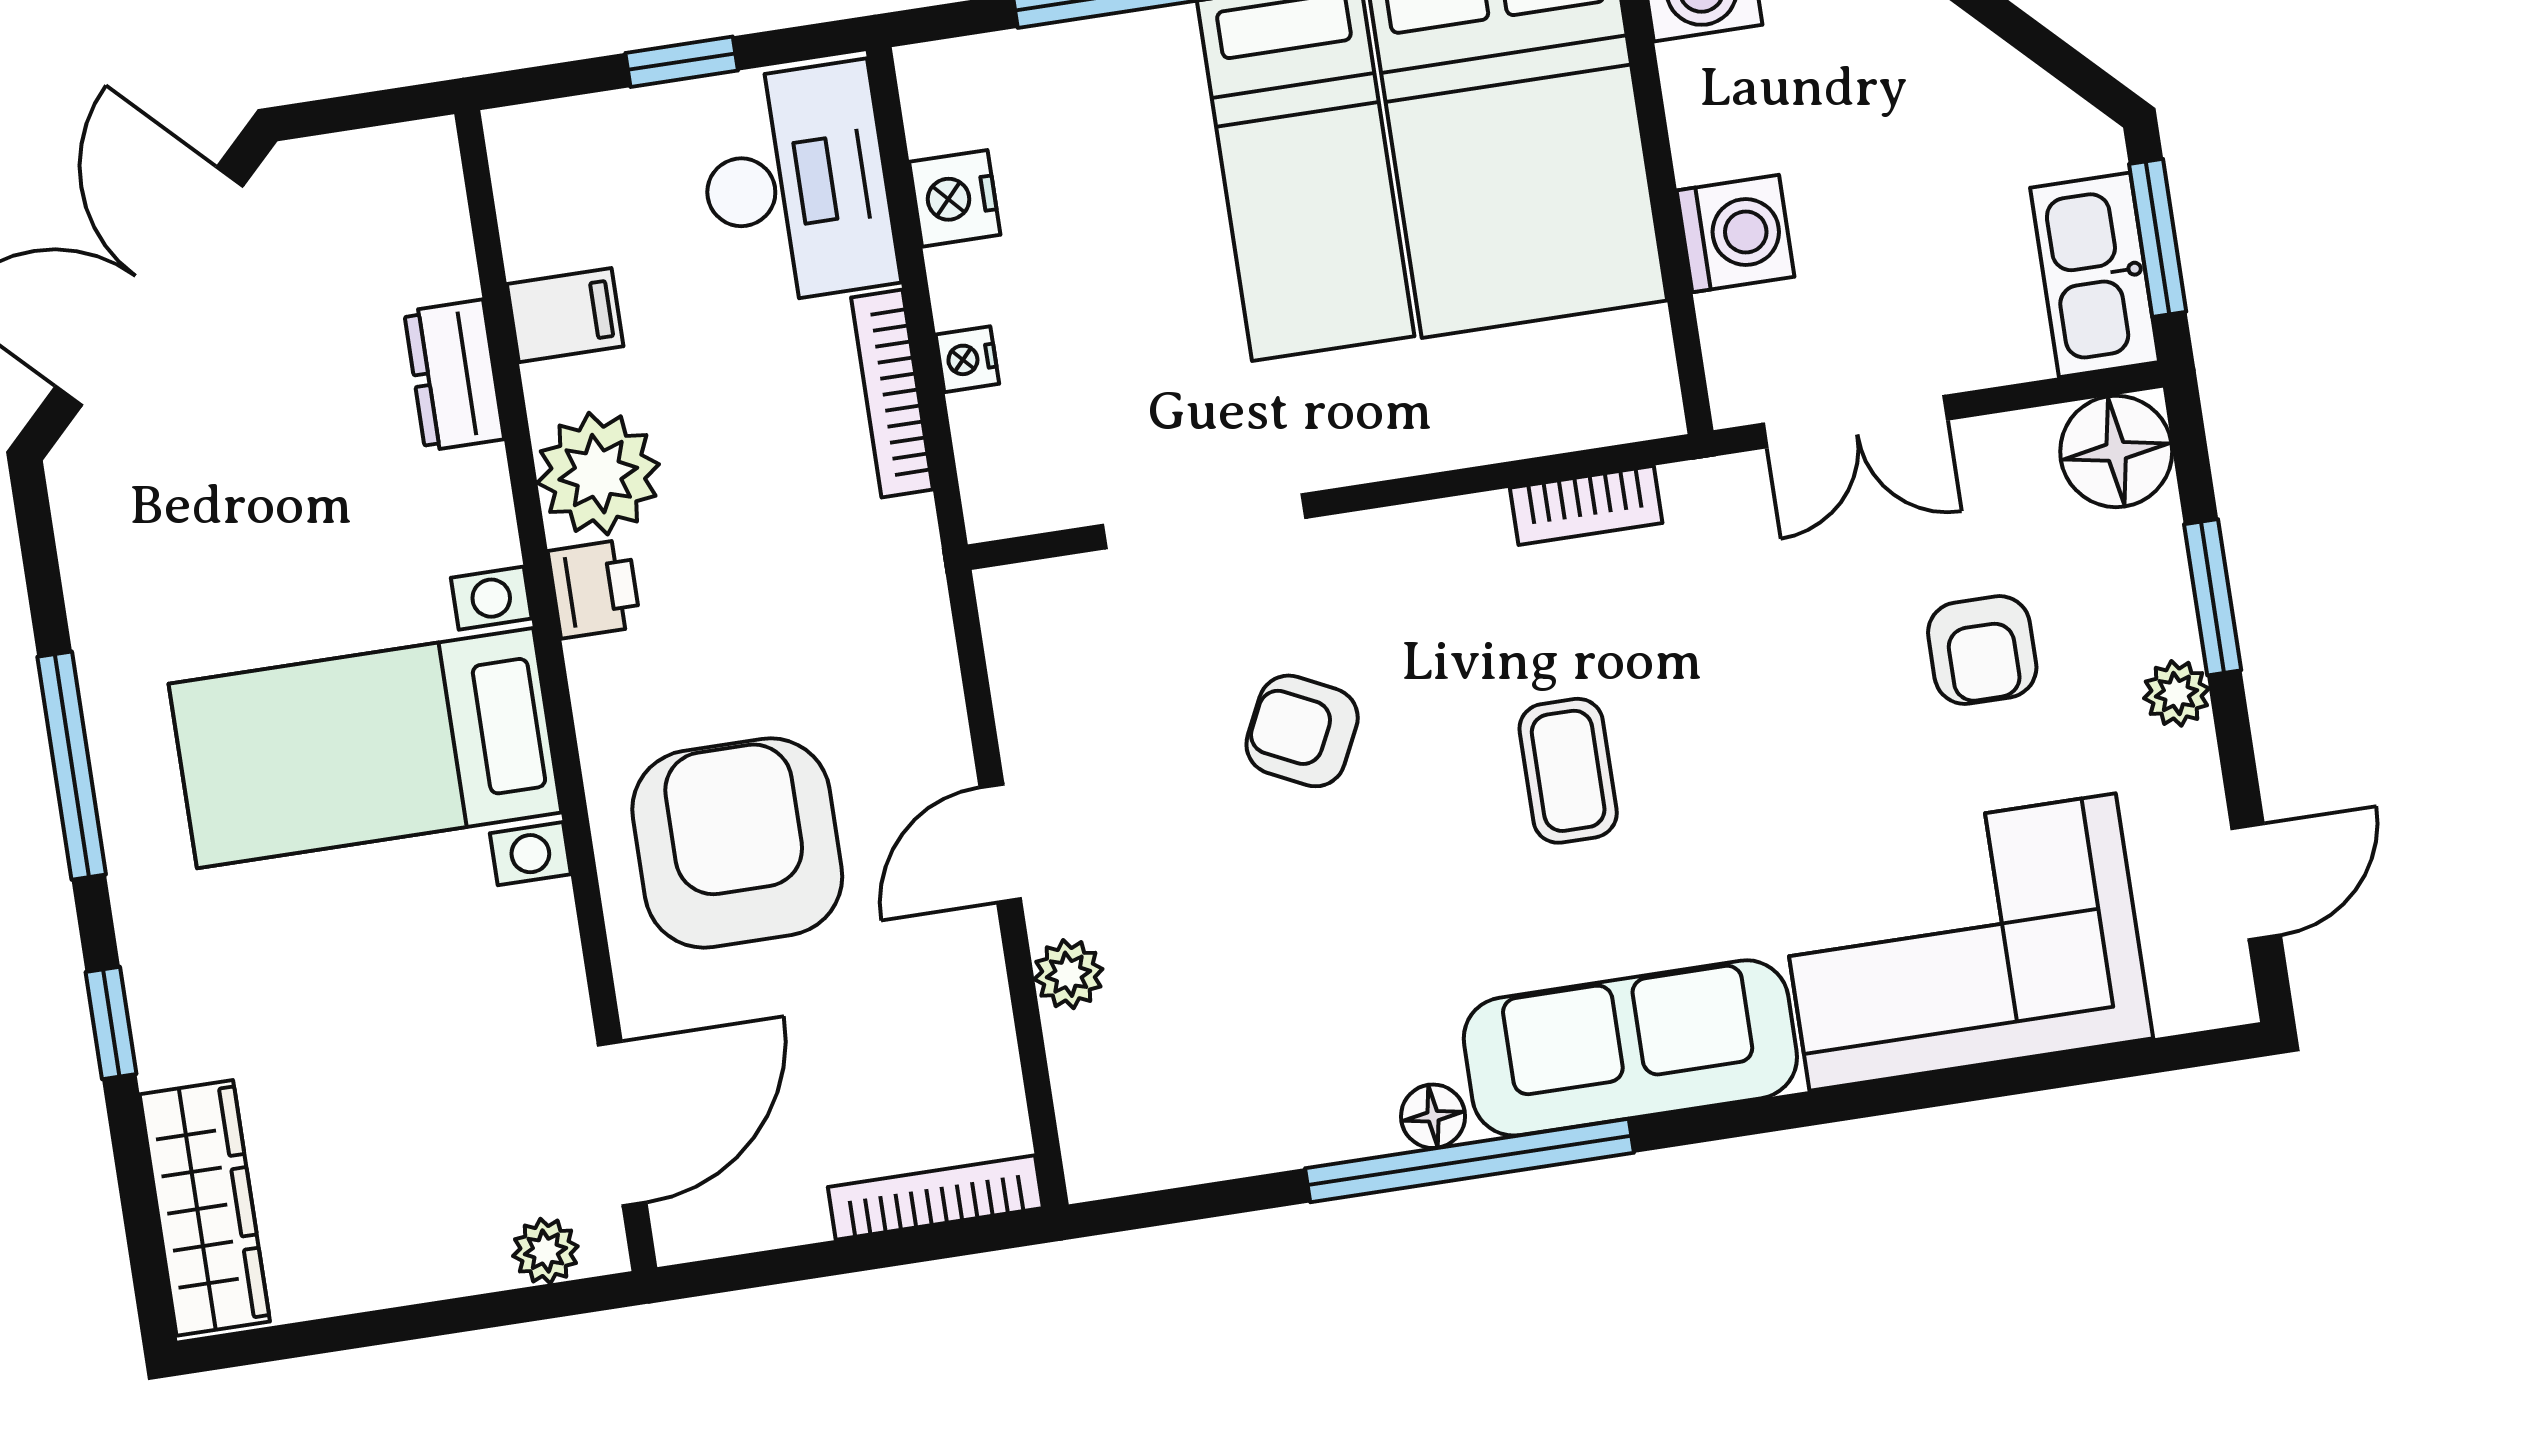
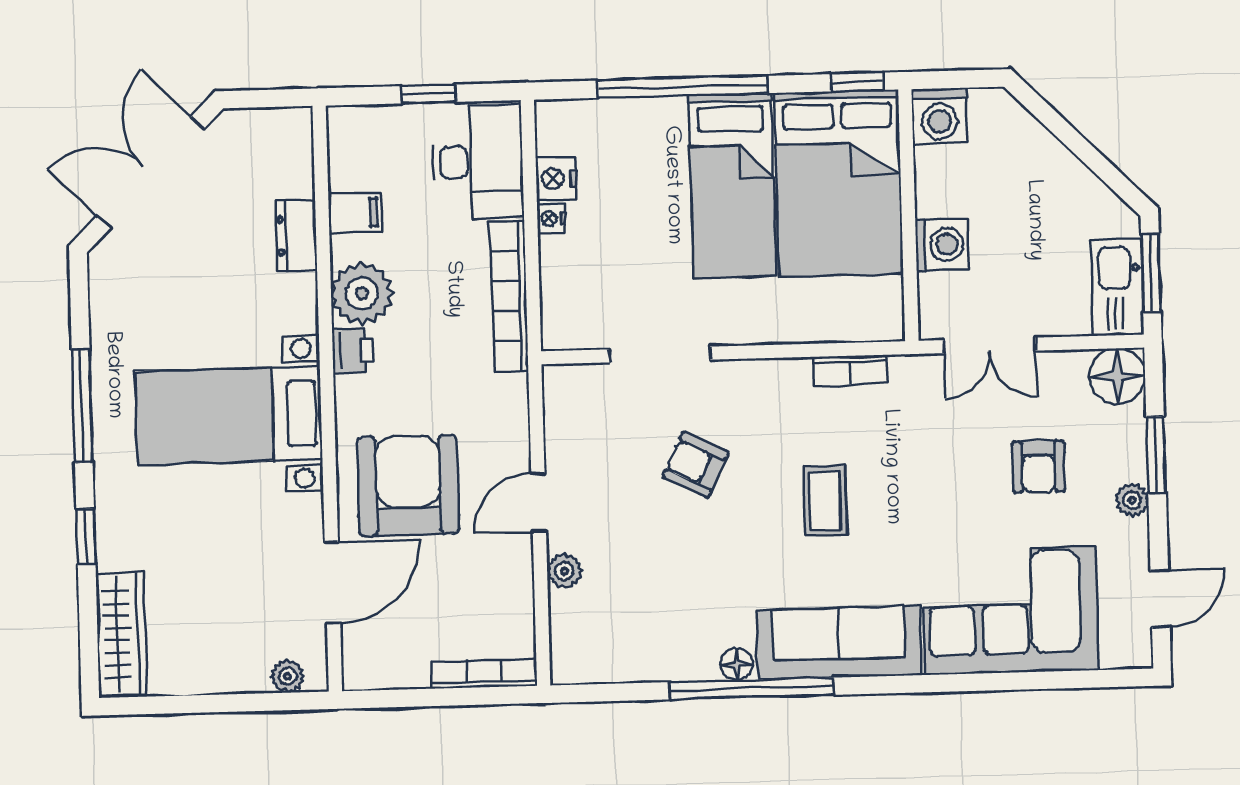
nightstand: (967, 359) -> (551, 218), moved
bookcase: (892, 394) -> (509, 296), width x1.48, depth x1.31
door: (622, 1124) -> (332, 583), moved

